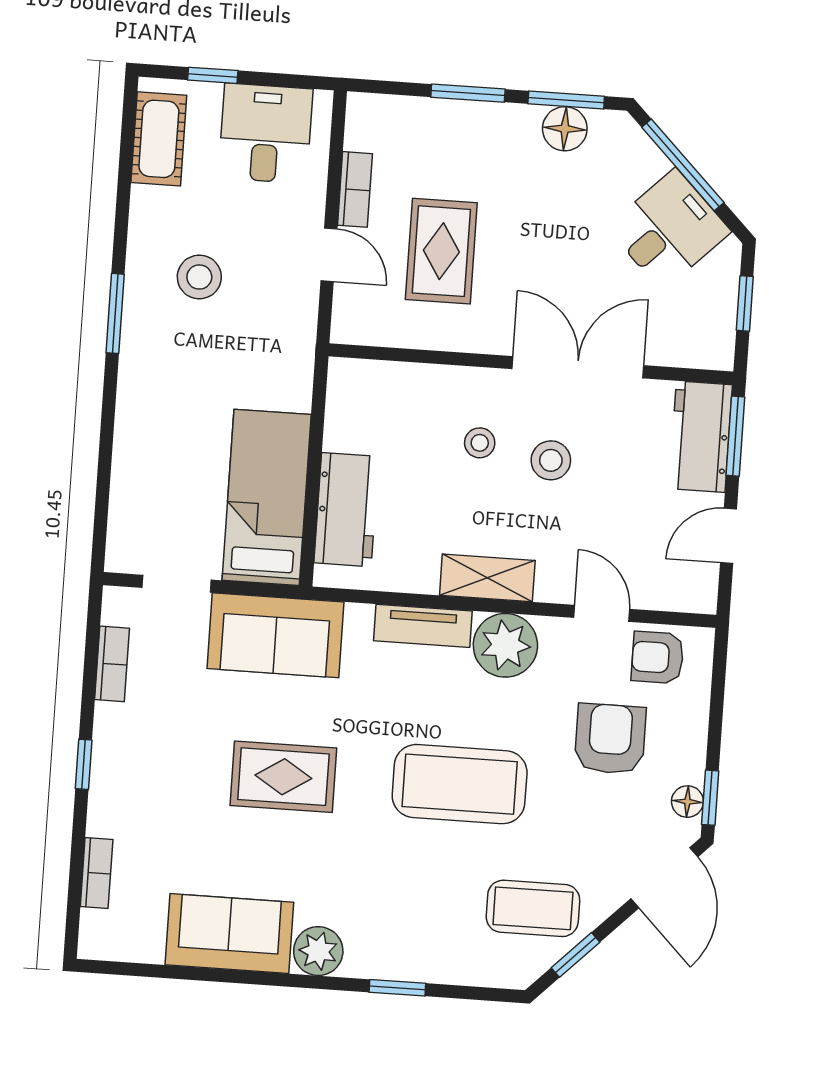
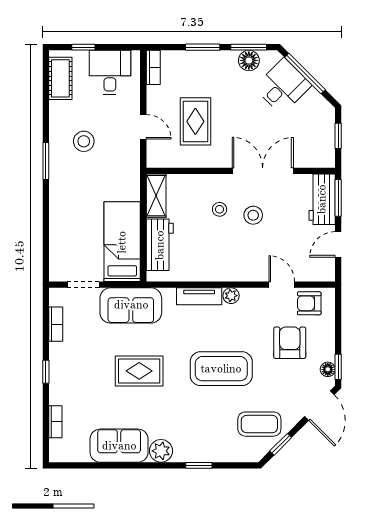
bookcase: (355, 189) -> (153, 67), moved
desk: (669, 230) -> (283, 86), moved
shelving: (487, 578) -> (156, 196), moved, turned 90
plant: (505, 645) -> (231, 296), width x0.53, depth x0.53

